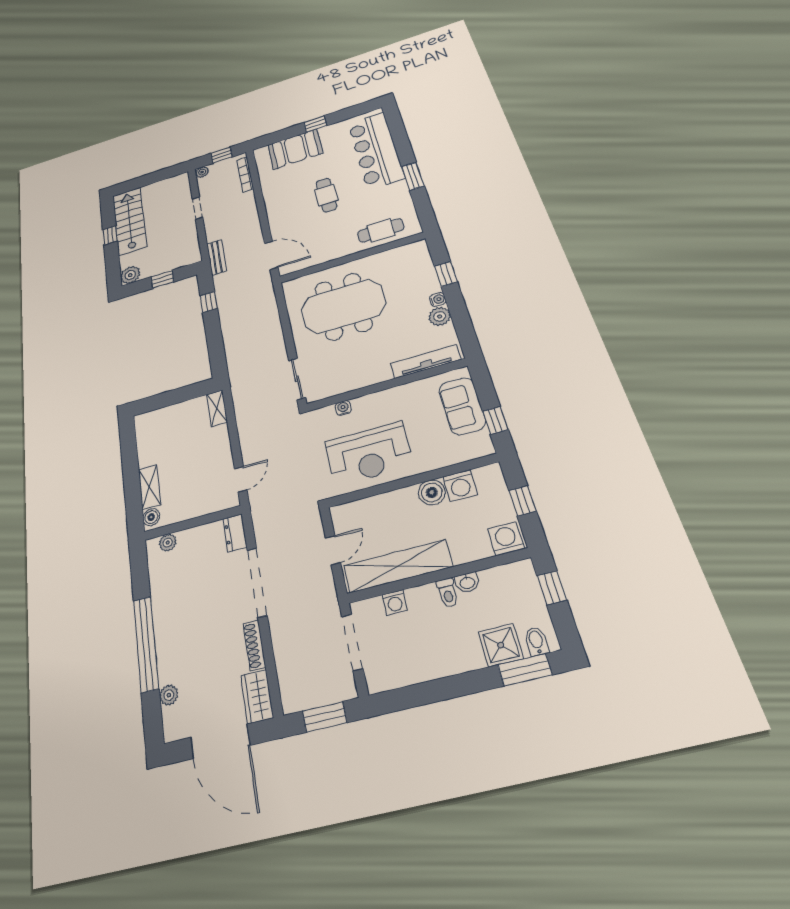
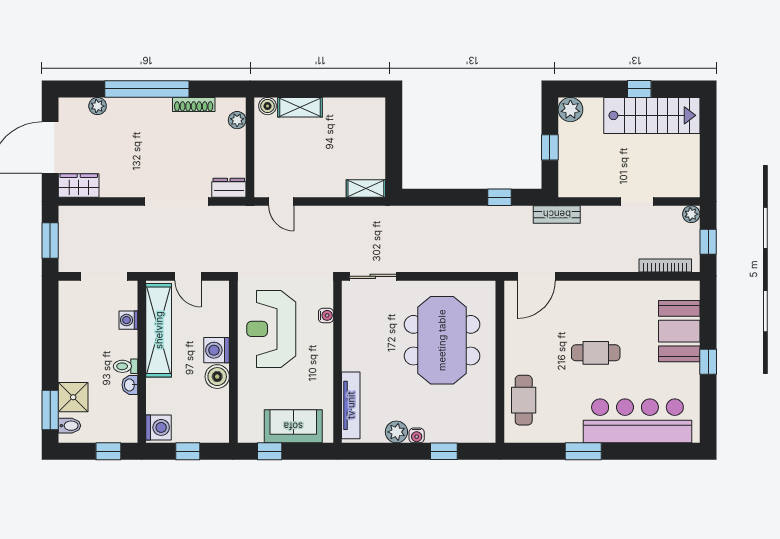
washing machine: (460, 486) -> (216, 350), moved
shoe rack: (254, 645) -> (194, 104), moved, turned 180

